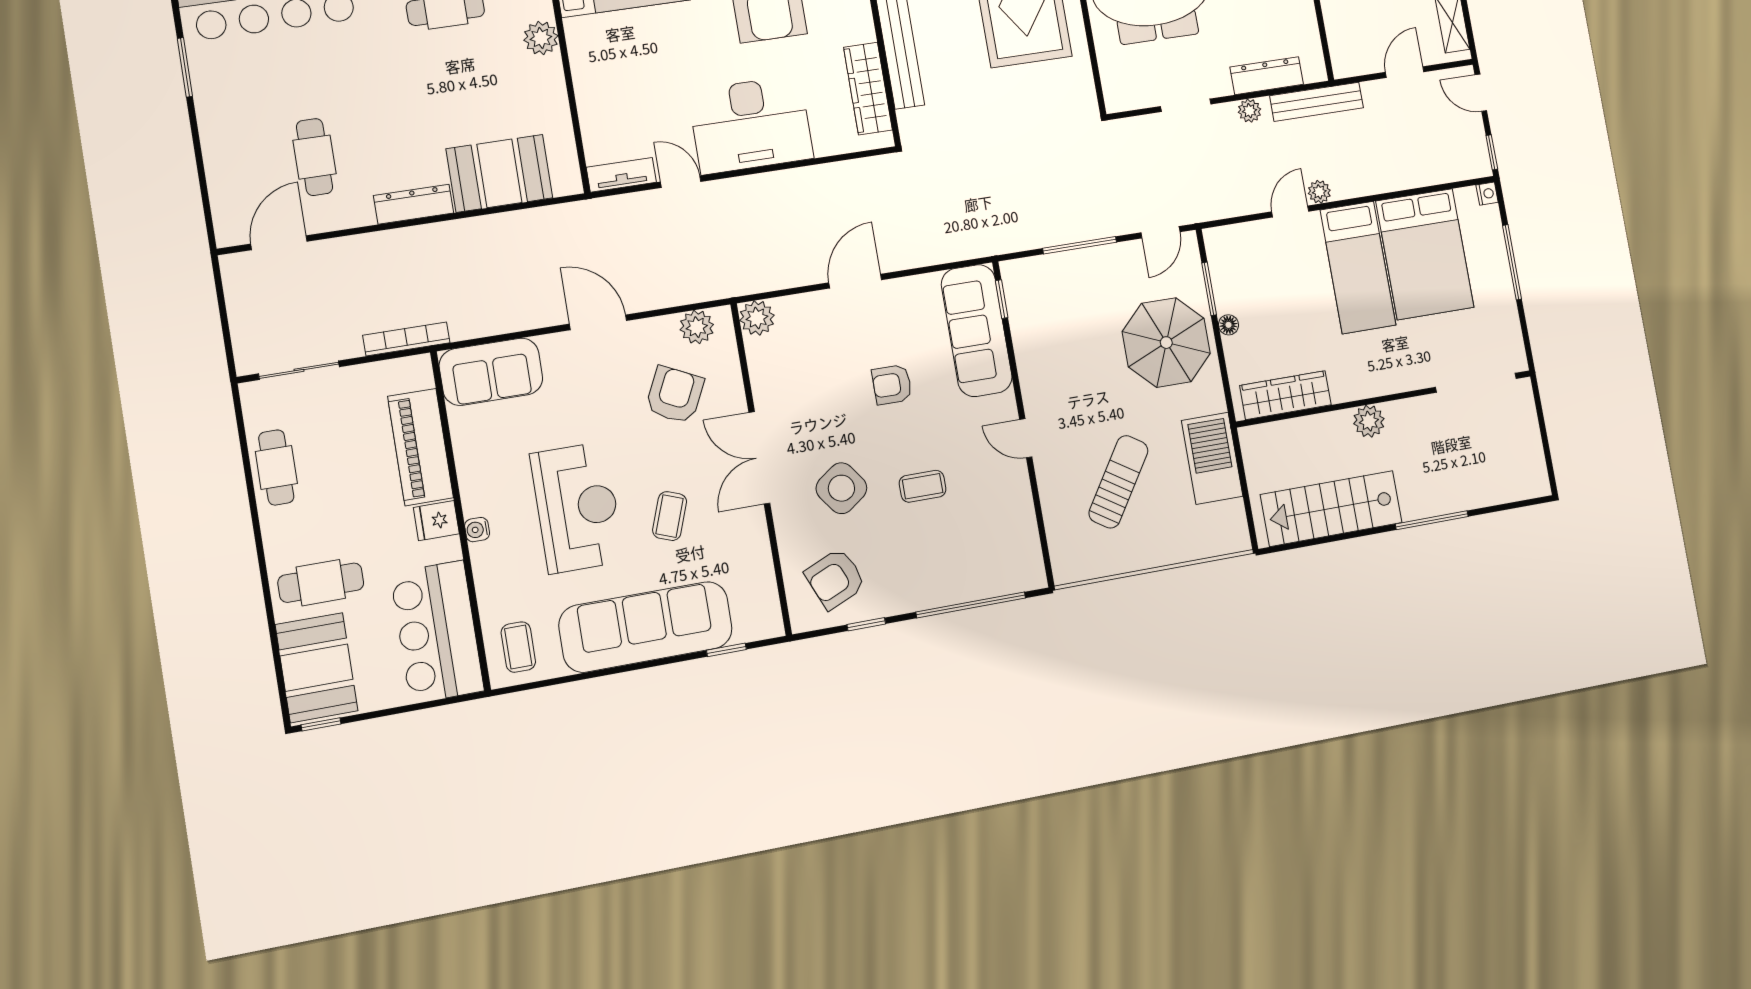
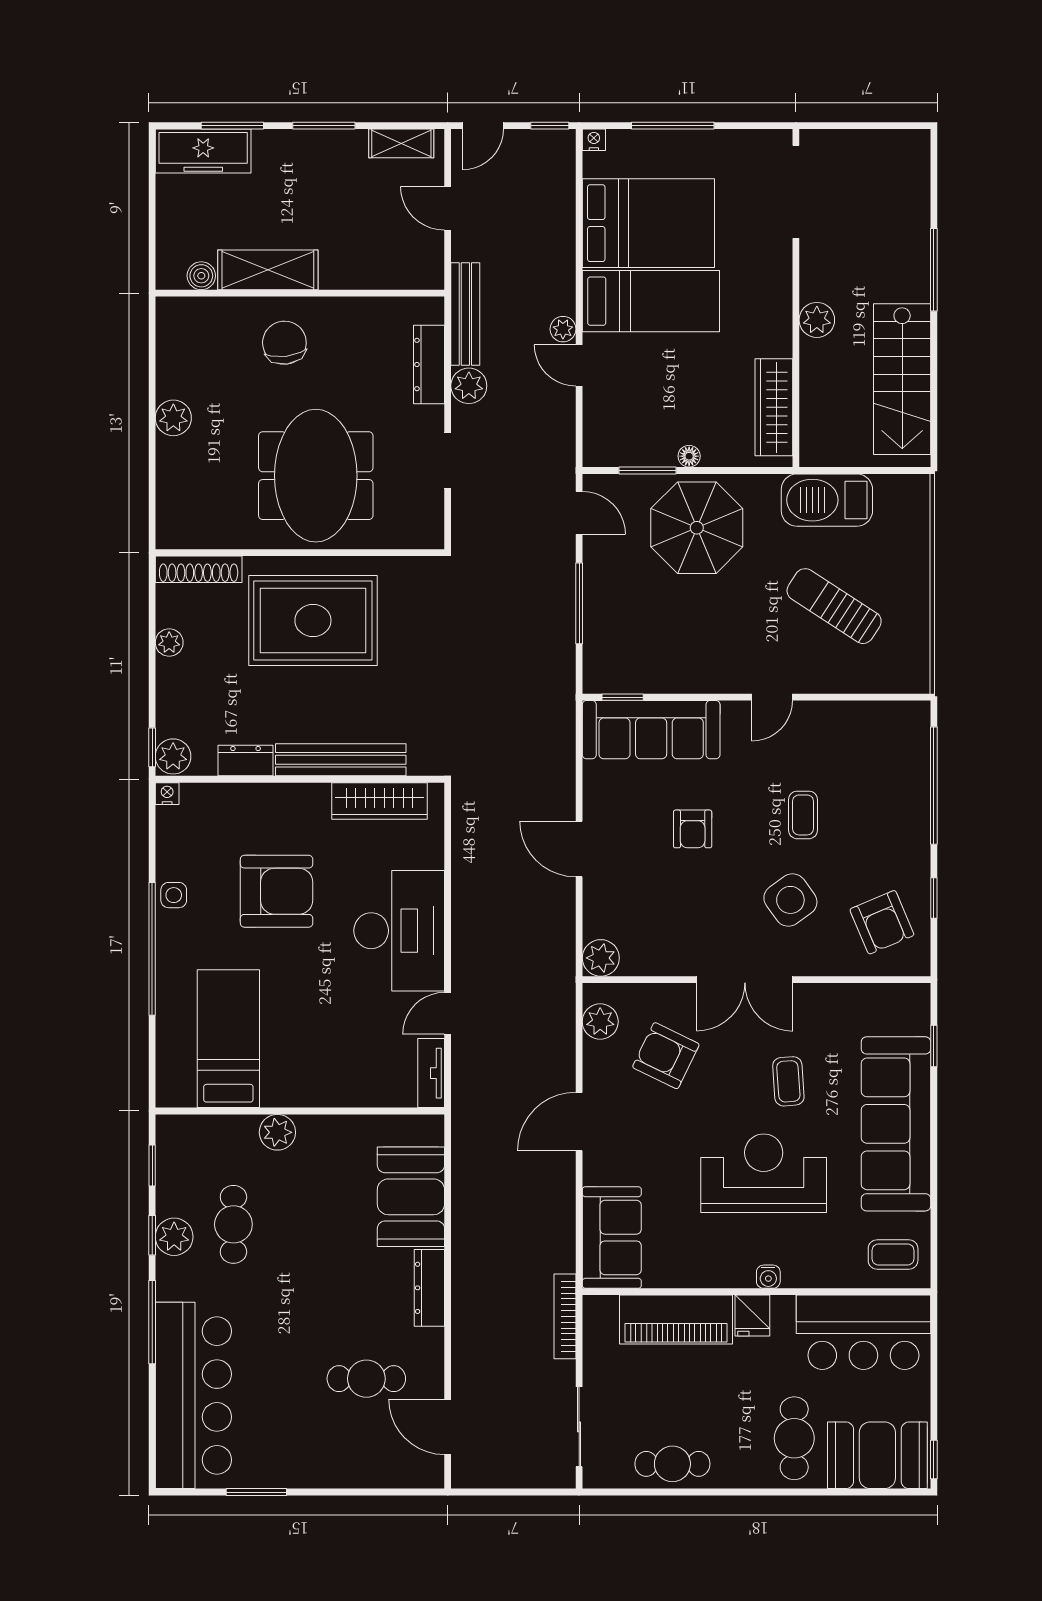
plant: (1250, 111) -> (469, 386), width x1.38, depth x1.38
coffee table: (670, 516) -> (788, 1081), turned 66

